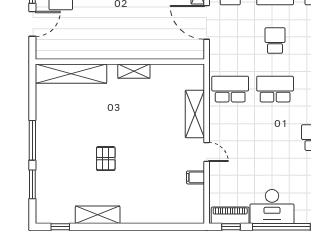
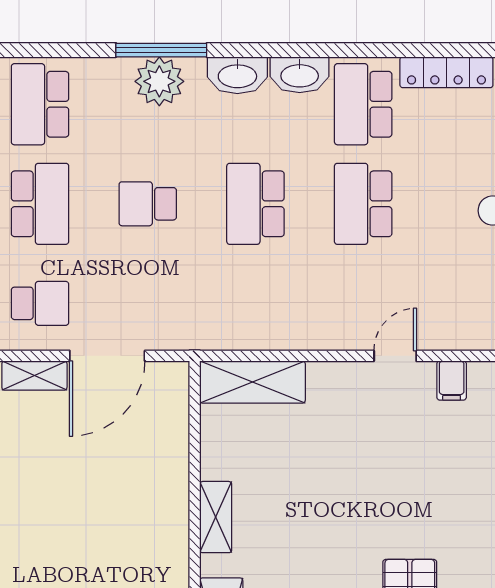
school desk: (230, 89) -> (363, 204), moved
shelving: (195, 114) -> (252, 382), moved

